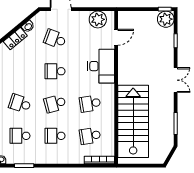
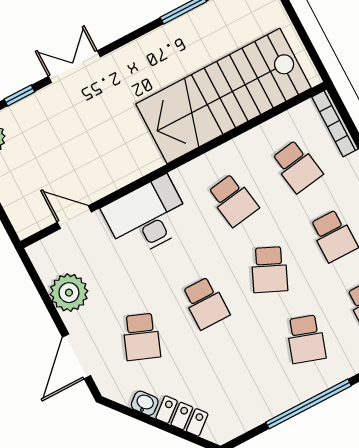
plant: (98, 19) -> (69, 293), moved
double door: (176, 80) -> (74, 67), moved
school desk: (55, 104) -> (269, 270), turned 39

